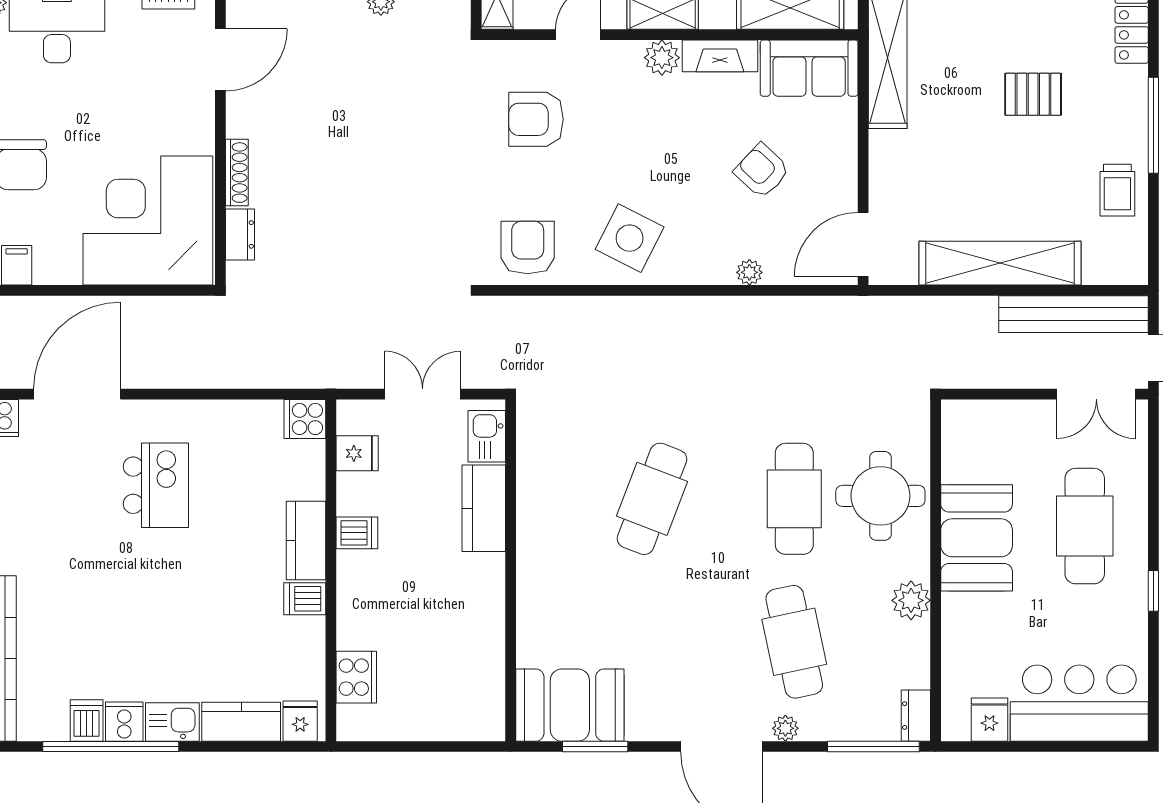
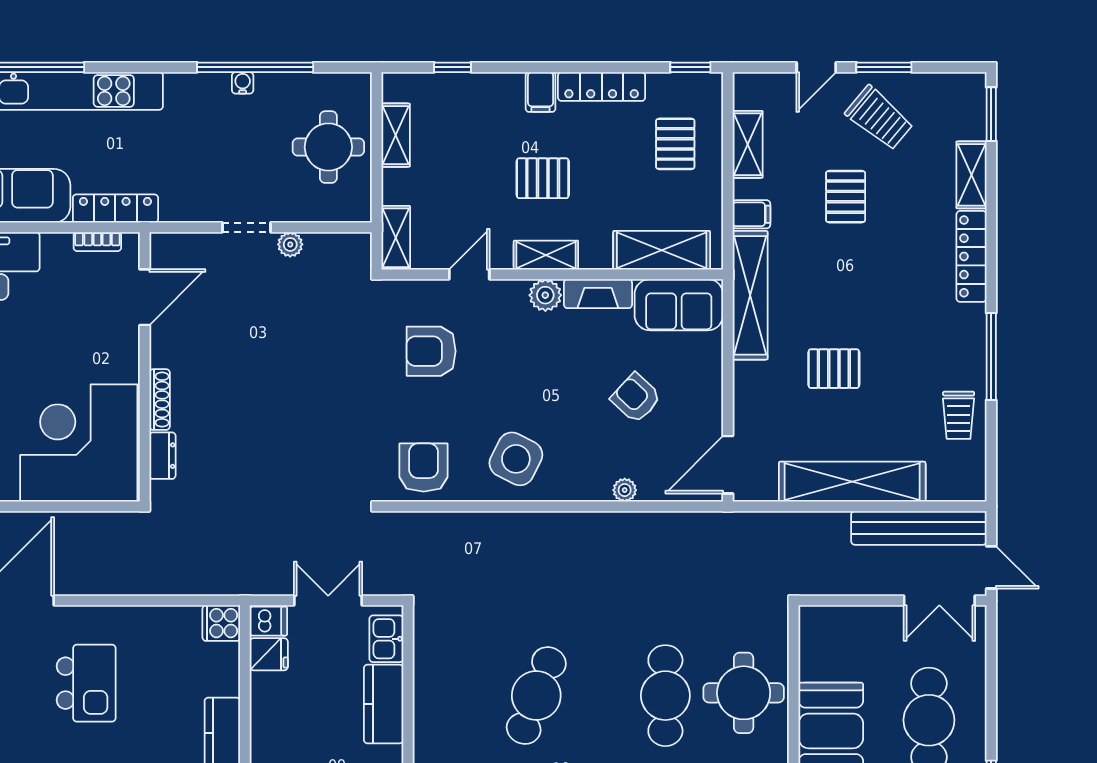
pallet: (1033, 94) -> (834, 369), moved
dishwasher: (357, 533) -> (268, 621), moved

